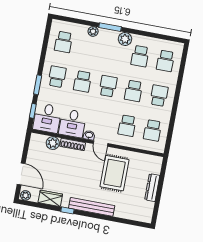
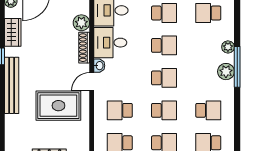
window: (110, 27) -> (237, 67), width x1.44
plant: (125, 39) -> (226, 72), moved
school desk: (140, 56) -> (208, 110), turned 180
school desk: (83, 81) -> (164, 45), turned 180
school desk: (134, 91) -> (164, 110), turned 180

